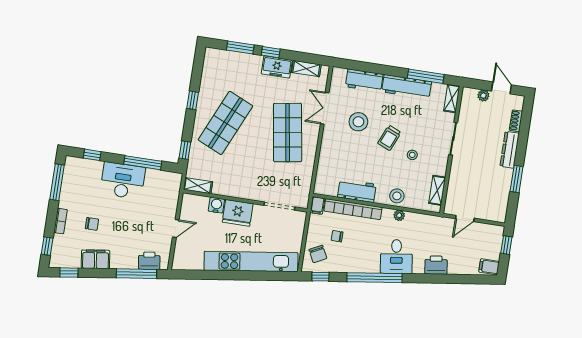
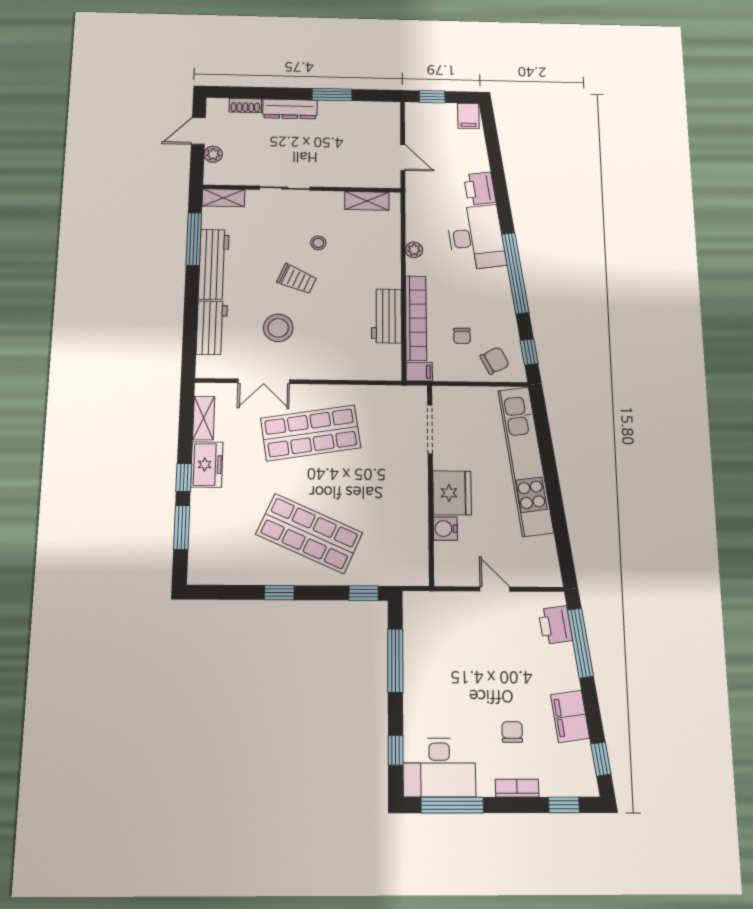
desk: (123, 181) -> (439, 768), moved, turned -90
shelving: (198, 186) -> (419, 563), removed
stool: (397, 196) -> (385, 257), removed
desk: (396, 257) -> (476, 237), width x1.37

